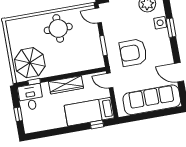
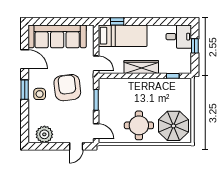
side table: (160, 23) -> (40, 94), moved
window: (171, 28) -> (25, 90), moved
armchair: (133, 52) -> (67, 88), turned -97
parasol: (30, 63) -> (173, 126), moved
desk: (31, 97) -> (179, 37), moved, turned -90

